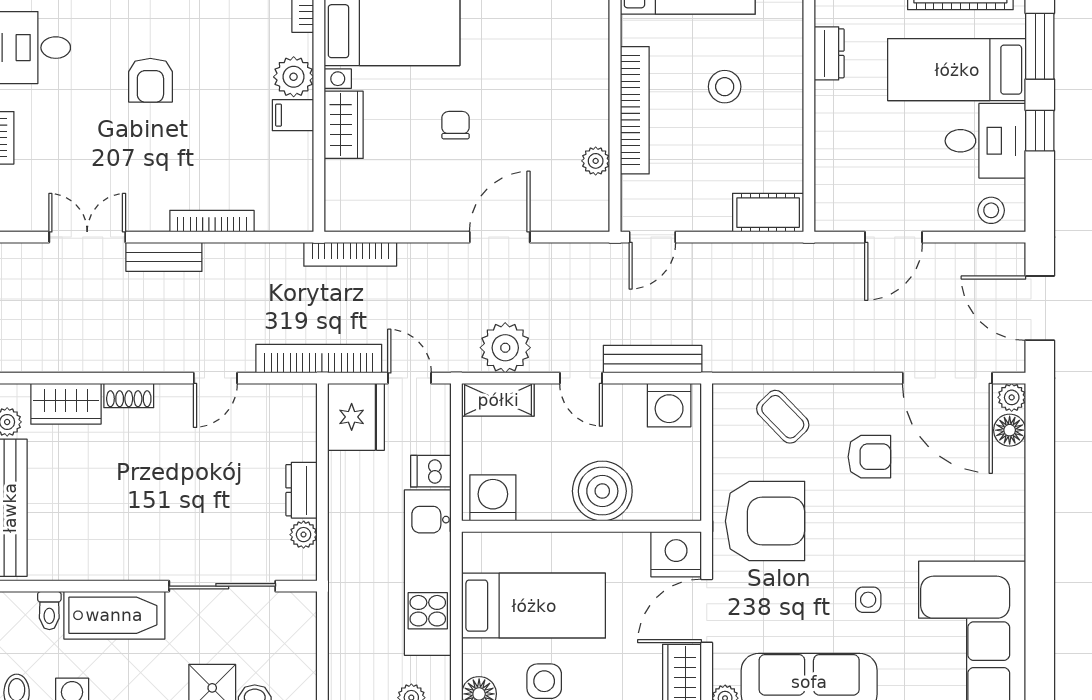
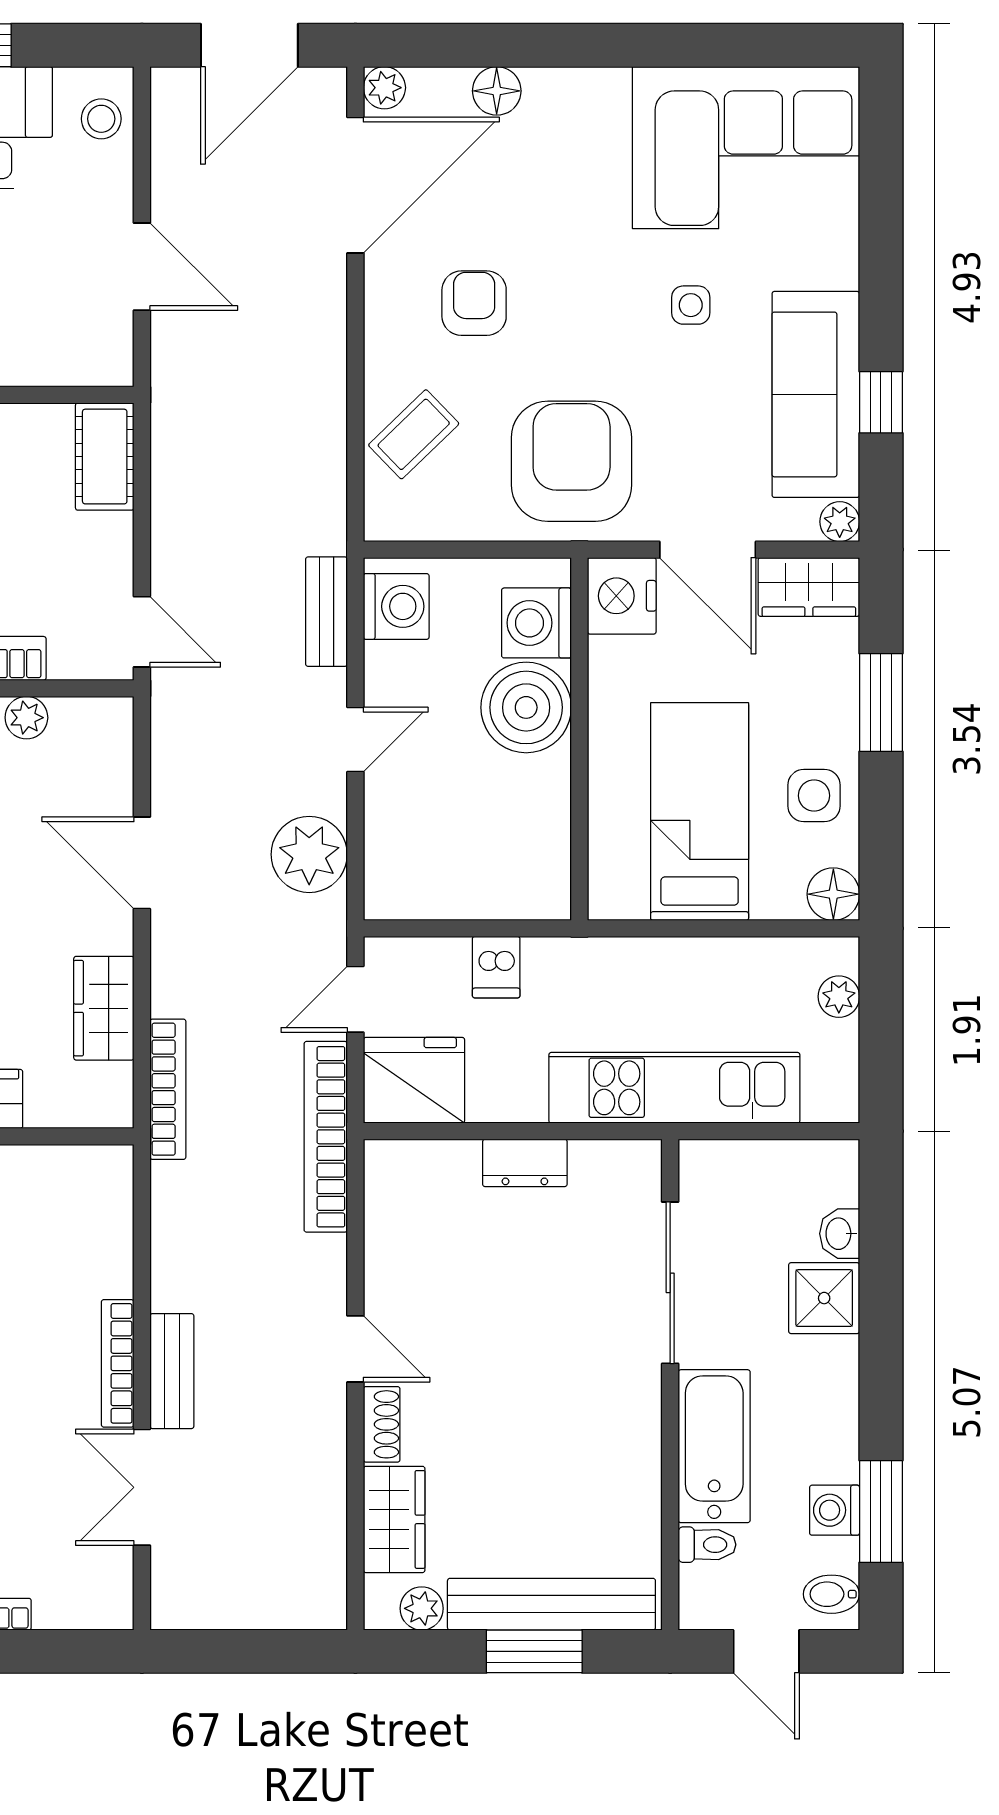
wardrobe: (404, 212) -> (104, 1008), added
bookcase: (212, 221) -> (118, 1363), moved
bench: (653, 359) -> (326, 612), width x0.73
door: (215, 378) -> (355, 1349), moved
shelving: (498, 400) -> (388, 865), removed
floor lamp: (1010, 430) -> (497, 91), moved
washing machine: (493, 498) -> (536, 623), moved
plant: (304, 535) -> (592, 1160), removed
kitchen unit: (428, 573) -> (674, 1088), moved, turned 180

